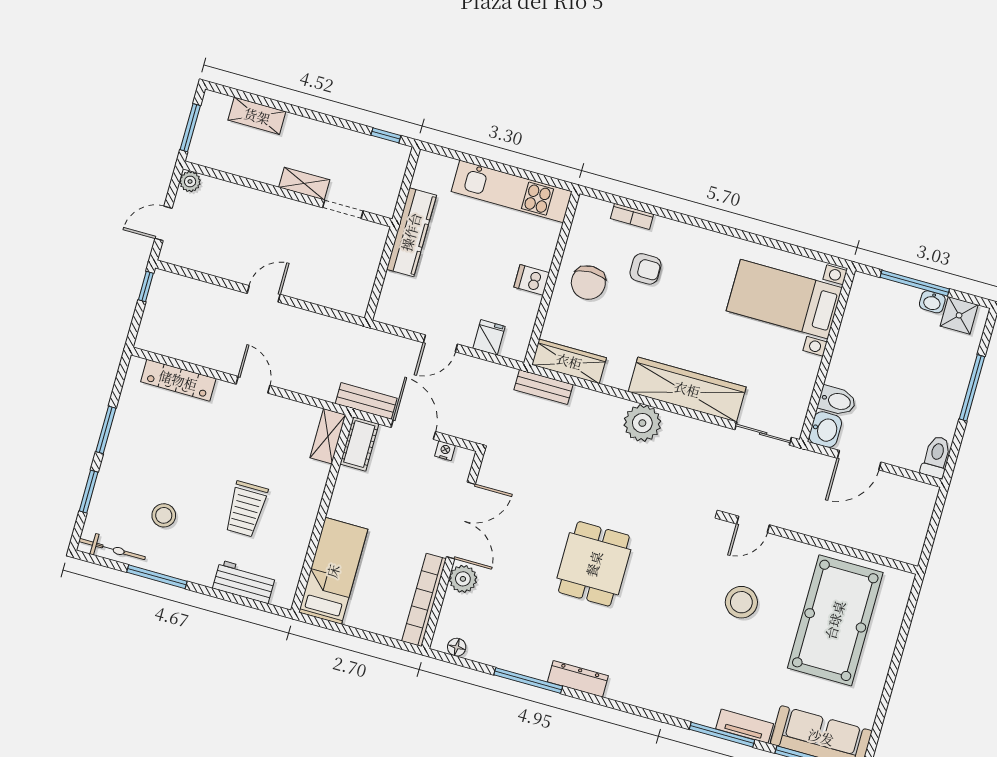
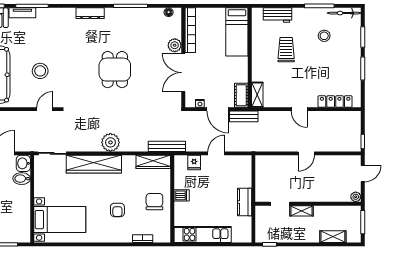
kitchen counter: (411, 232) -> (245, 202), width x0.67
armchair: (645, 269) -> (117, 210), moved, turned -90
bench: (544, 387) -> (167, 146), width x1.36
dresser: (578, 679) -> (90, 13), moved

